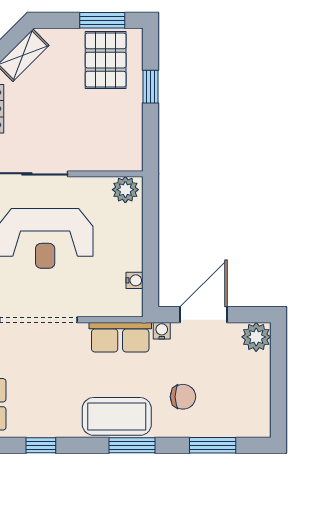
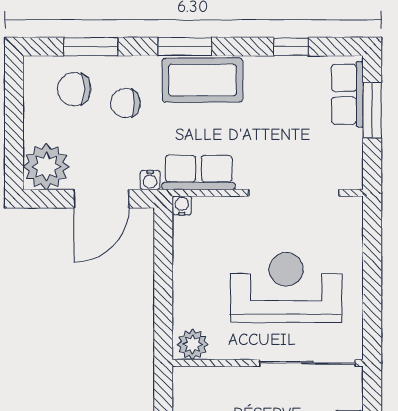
water cooler: (134, 280) -> (182, 205), moved, turned 90
plant: (256, 337) -> (46, 167), width x1.36, depth x1.36
chair: (227, 409) -> (74, 89), added

